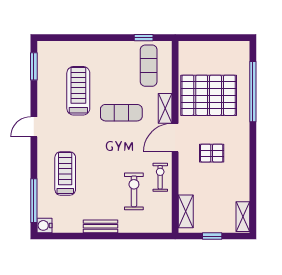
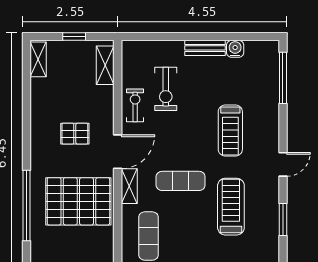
window: (34, 66) -> (283, 220), moved
treadmill: (78, 91) -> (231, 207), turned 180
treadmill: (65, 173) -> (230, 131), moved
exercise bike: (160, 177) -> (135, 105), turned 180
water cooler: (44, 225) -> (235, 49), moved, turned -90

